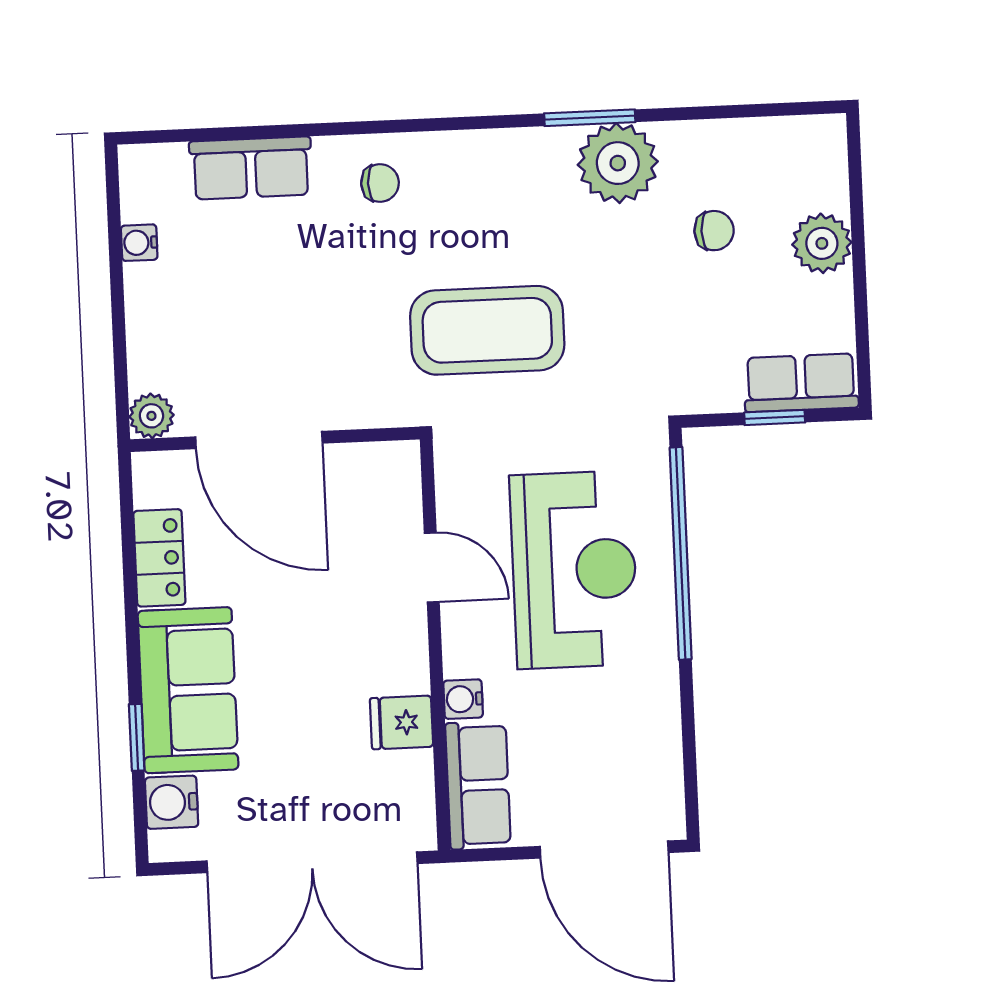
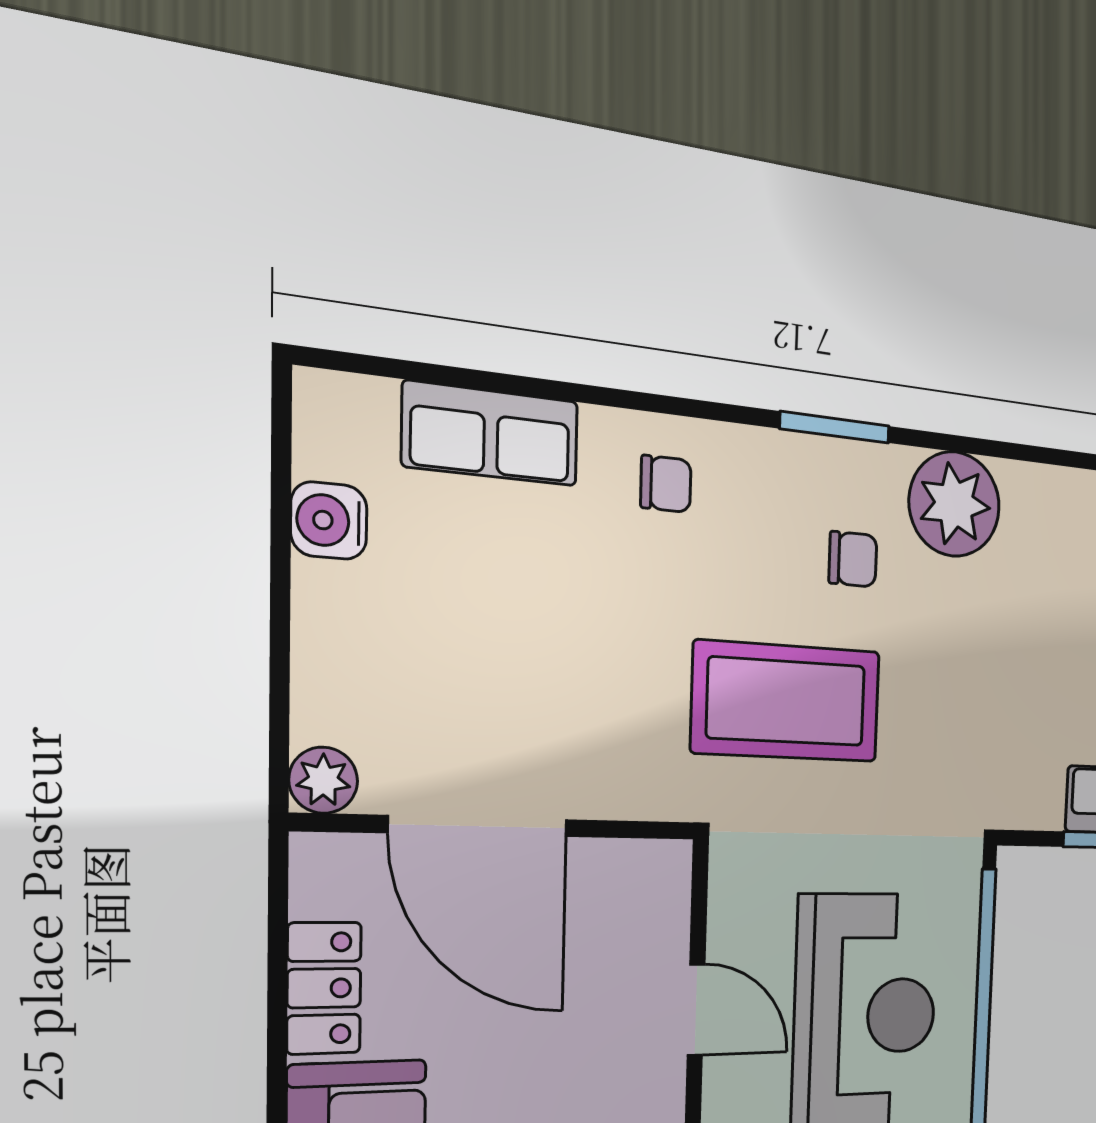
window: (590, 118) -> (835, 427), moved
chair: (714, 231) -> (853, 559), moved
water cooler: (139, 243) -> (329, 521), width x1.38, depth x1.38

